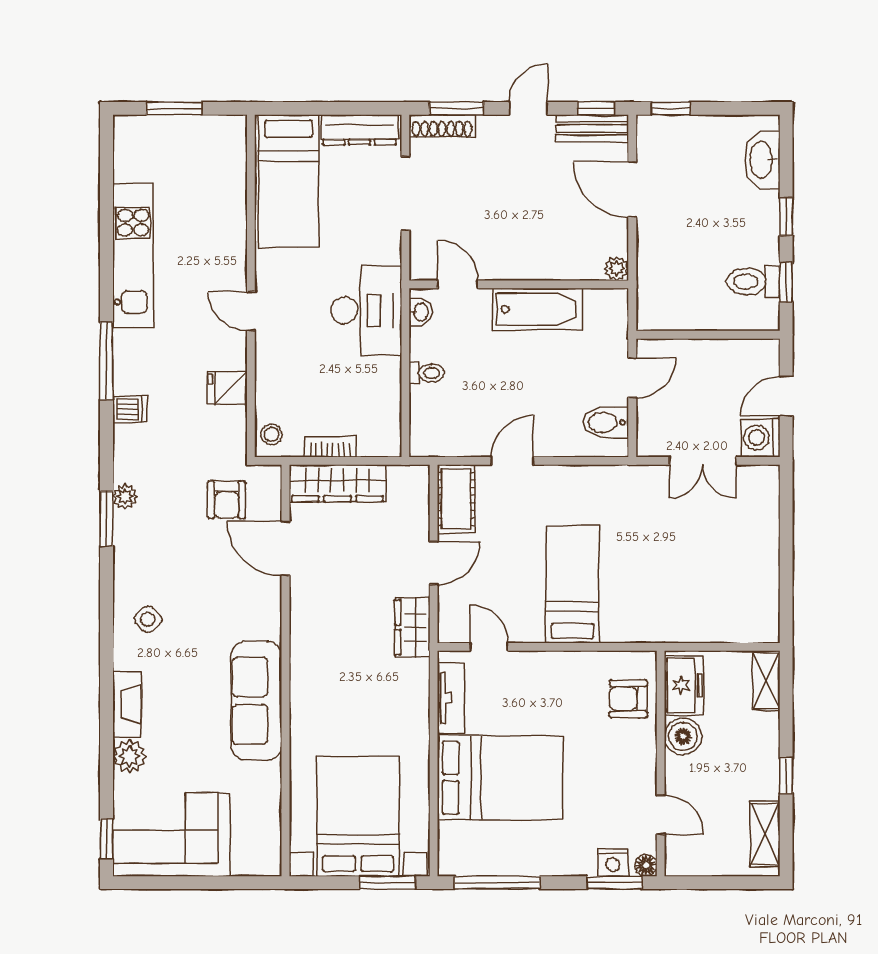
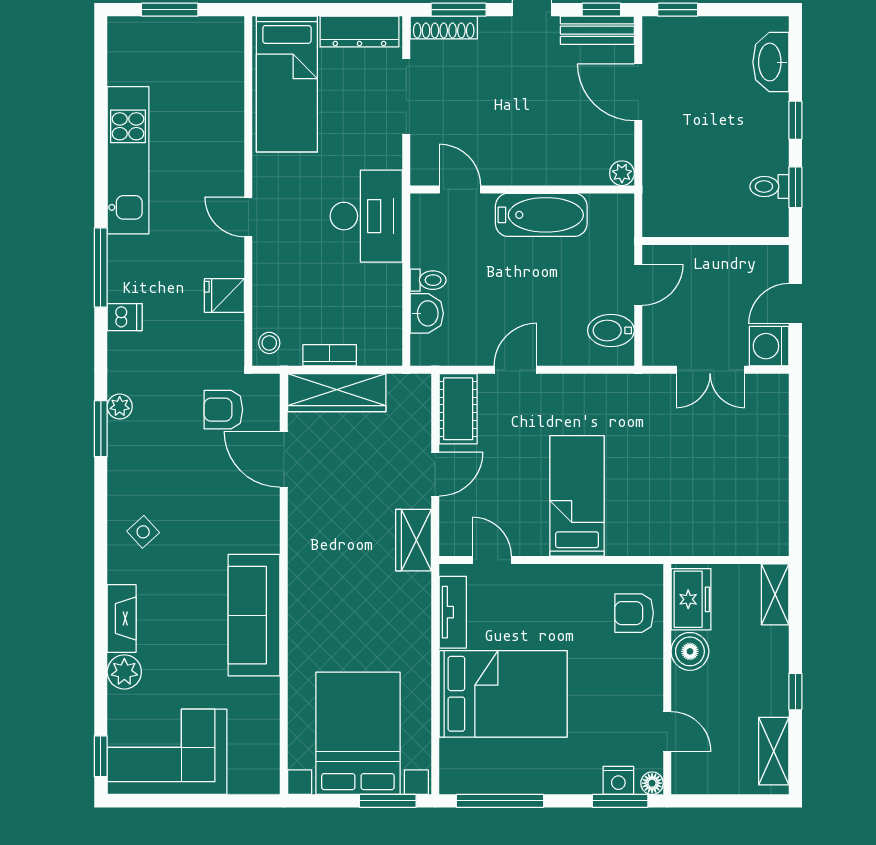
toilet: (753, 281) -> (769, 186), width x0.73, depth x0.72
washbasin: (420, 312) -> (427, 313), moved, width x1.38, depth x1.45
armchair: (226, 500) -> (223, 410), turned 90

